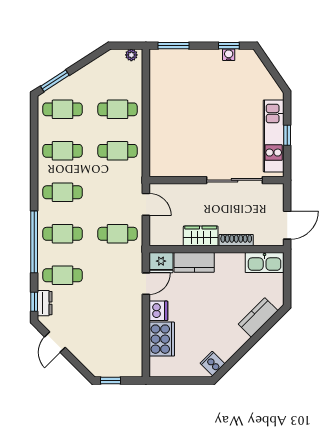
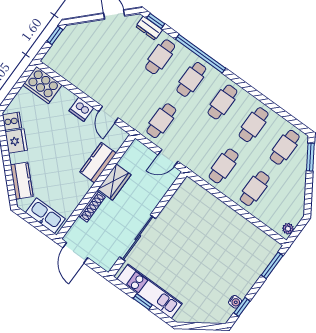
fridge: (161, 263) -> (16, 141), moved, turned 135
kitchen sink: (265, 263) -> (45, 216), moved, turned 90
cooker: (162, 339) -> (42, 85), moved

